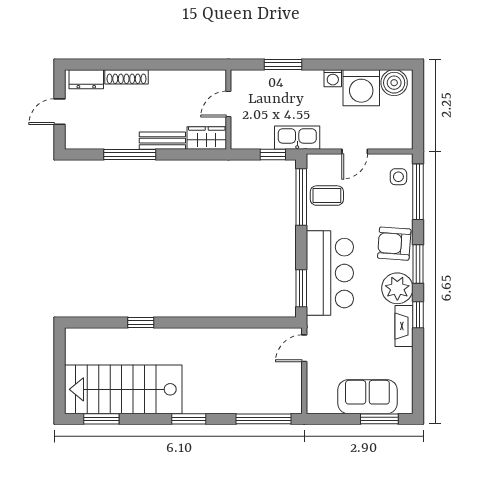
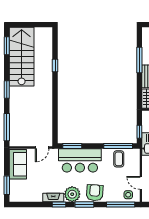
door: (355, 152) -> (141, 183), moved
door: (304, 348) -> (42, 148), swing flipped
sofa: (367, 397) -> (18, 164), moved

